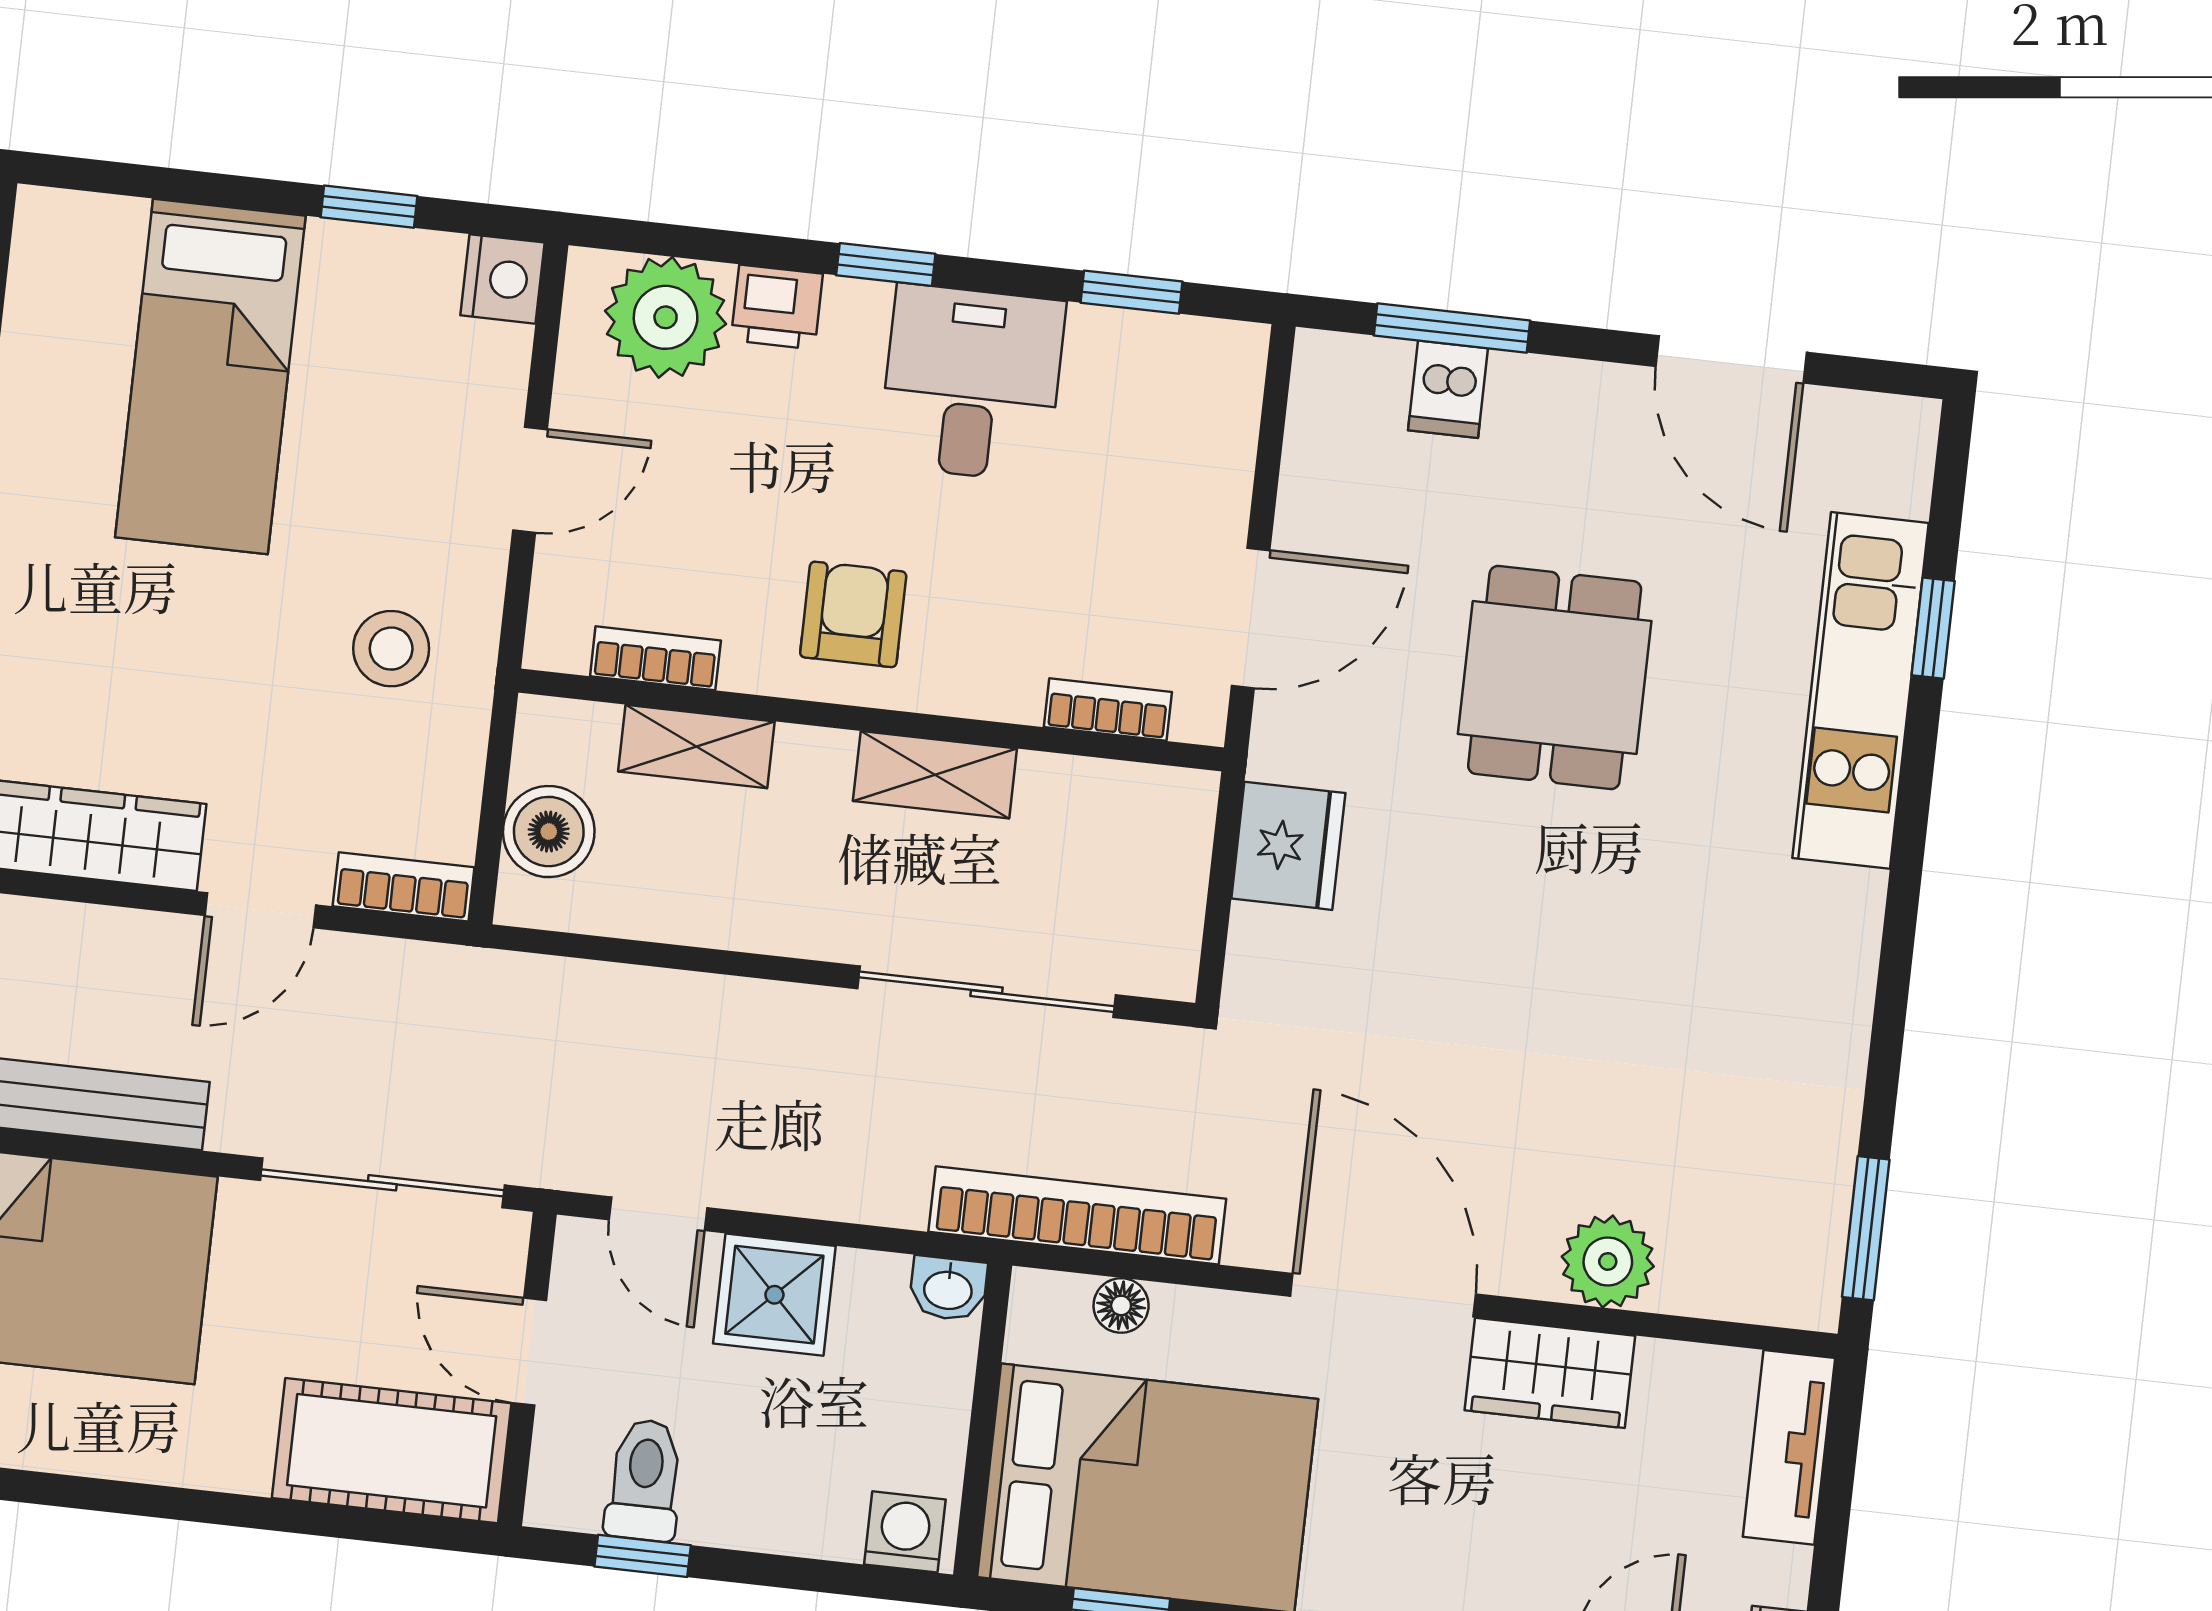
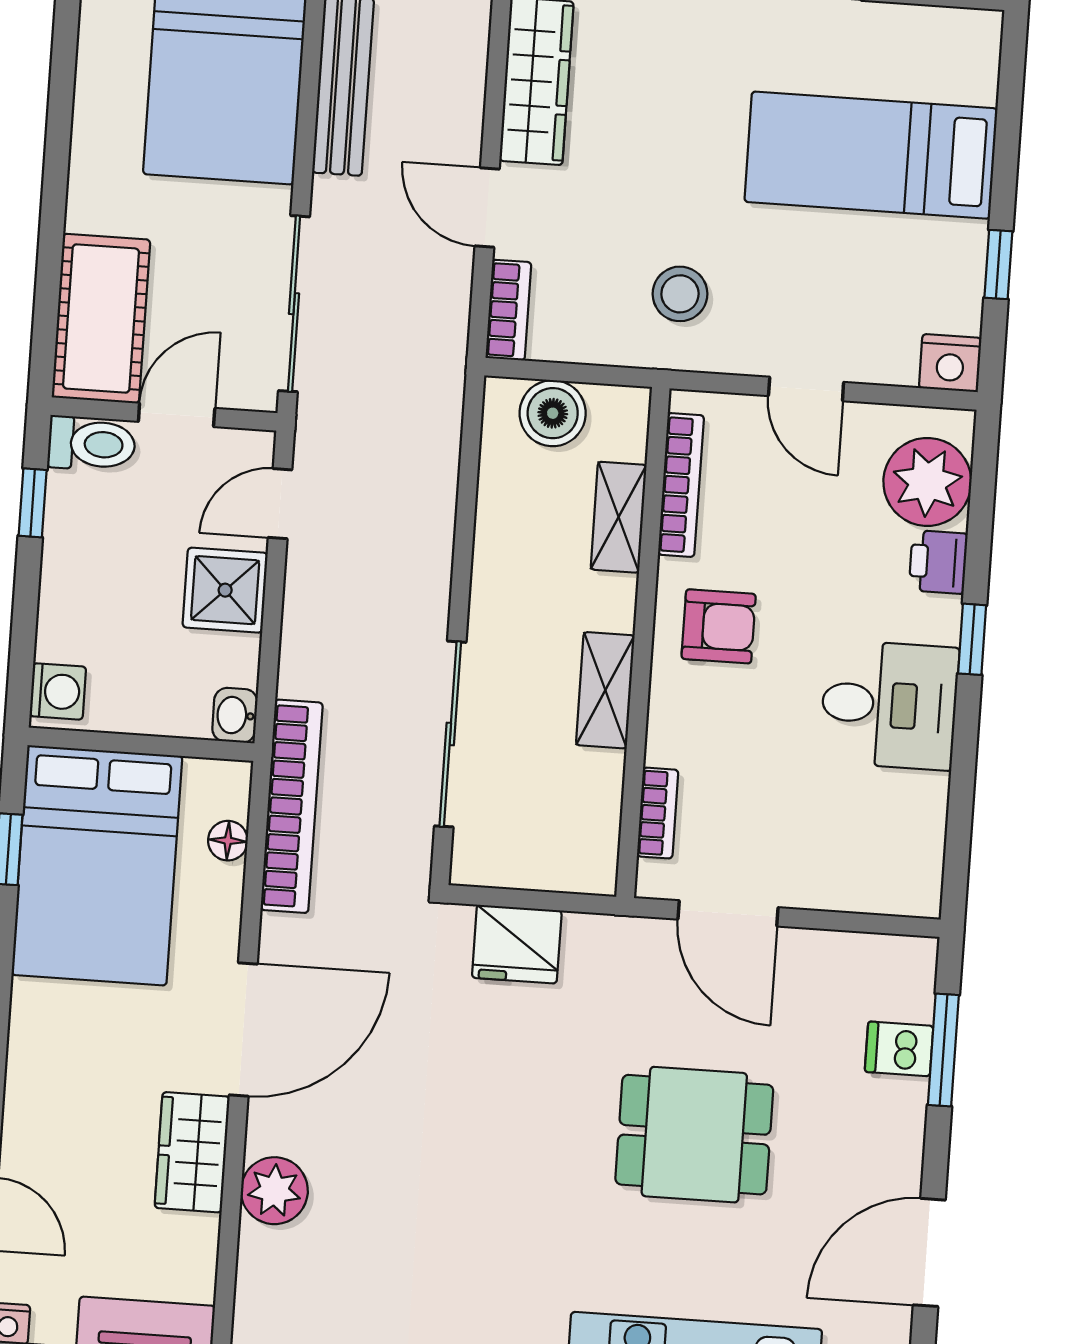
window: (1131, 292) -> (960, 818), removed
bookcase: (655, 658) -> (681, 485), width x1.56
fridge: (1288, 846) -> (517, 944), moved
toilet: (645, 1480) -> (92, 444), moved

